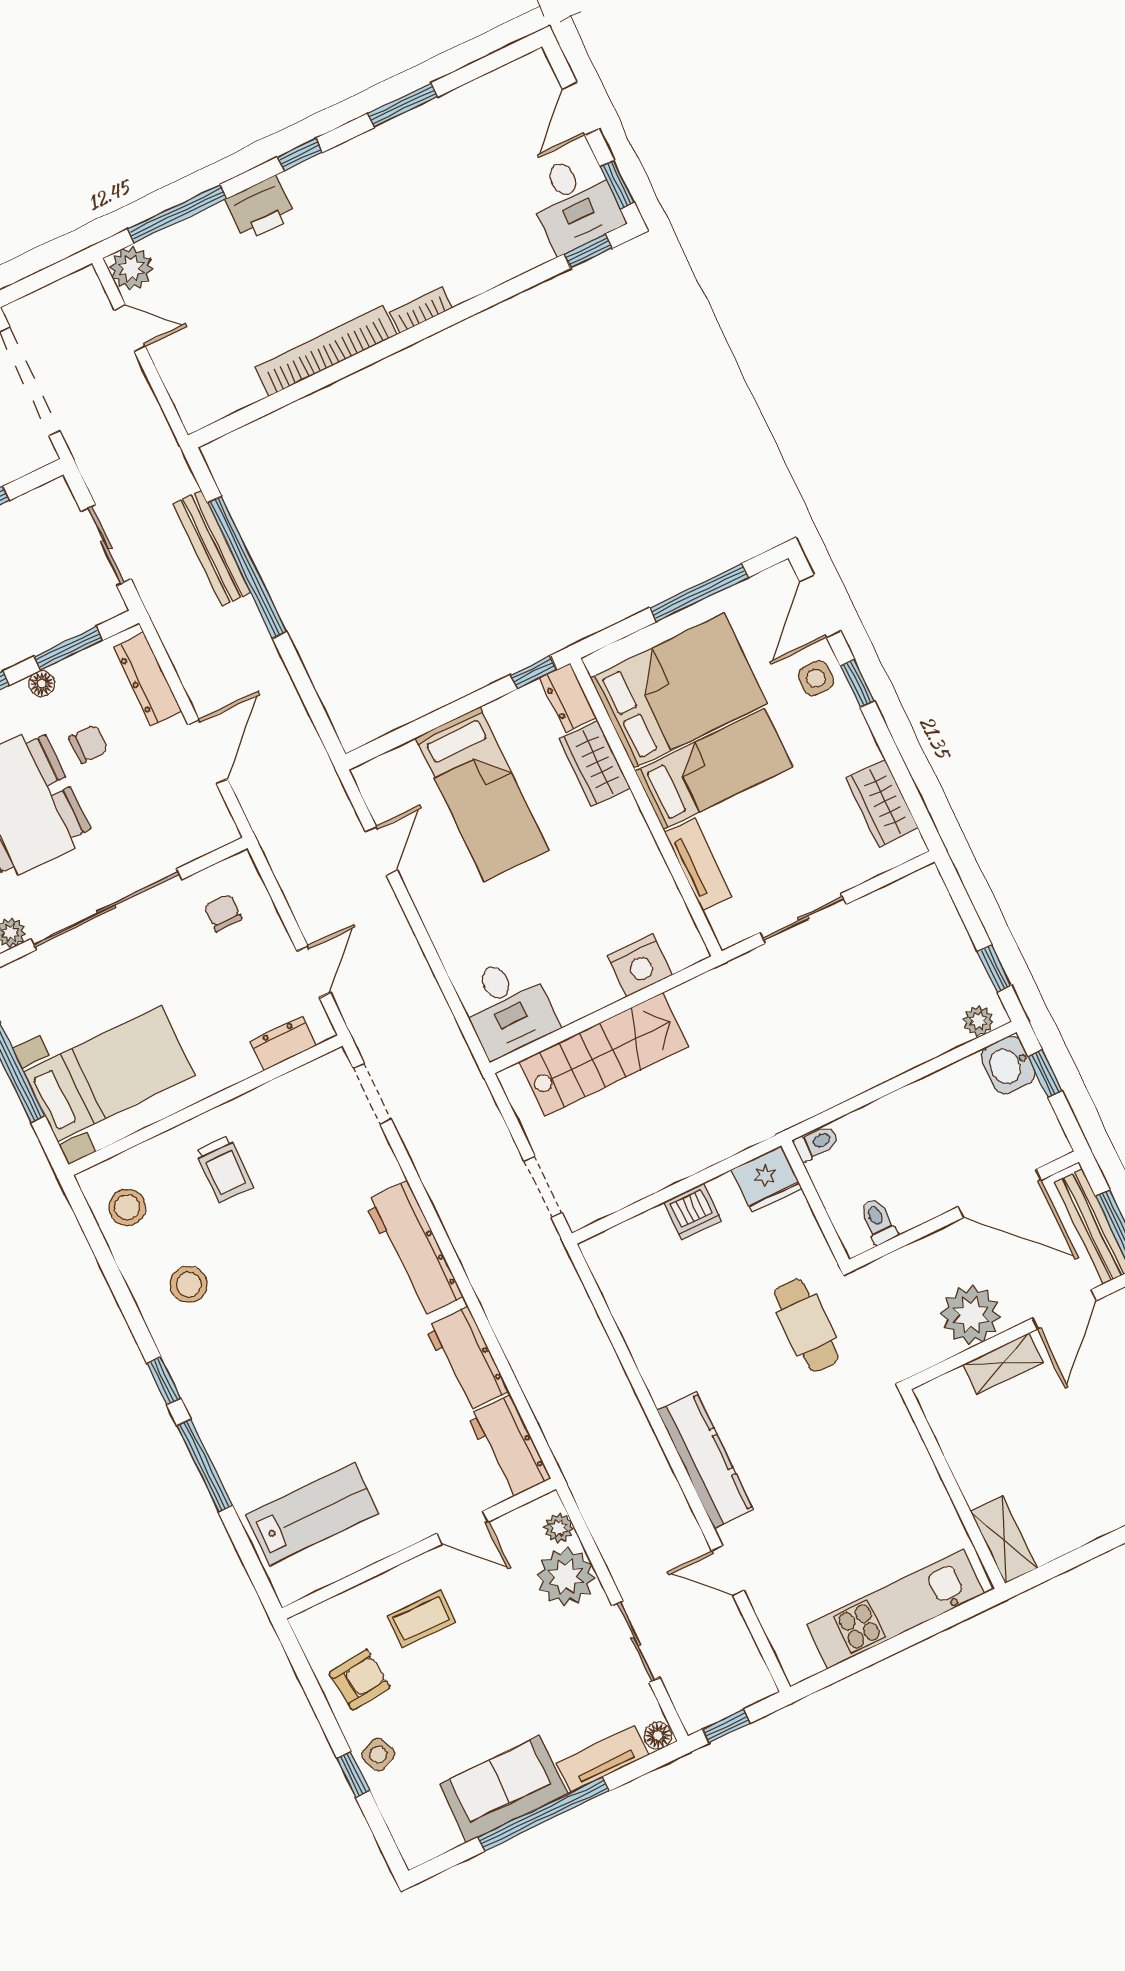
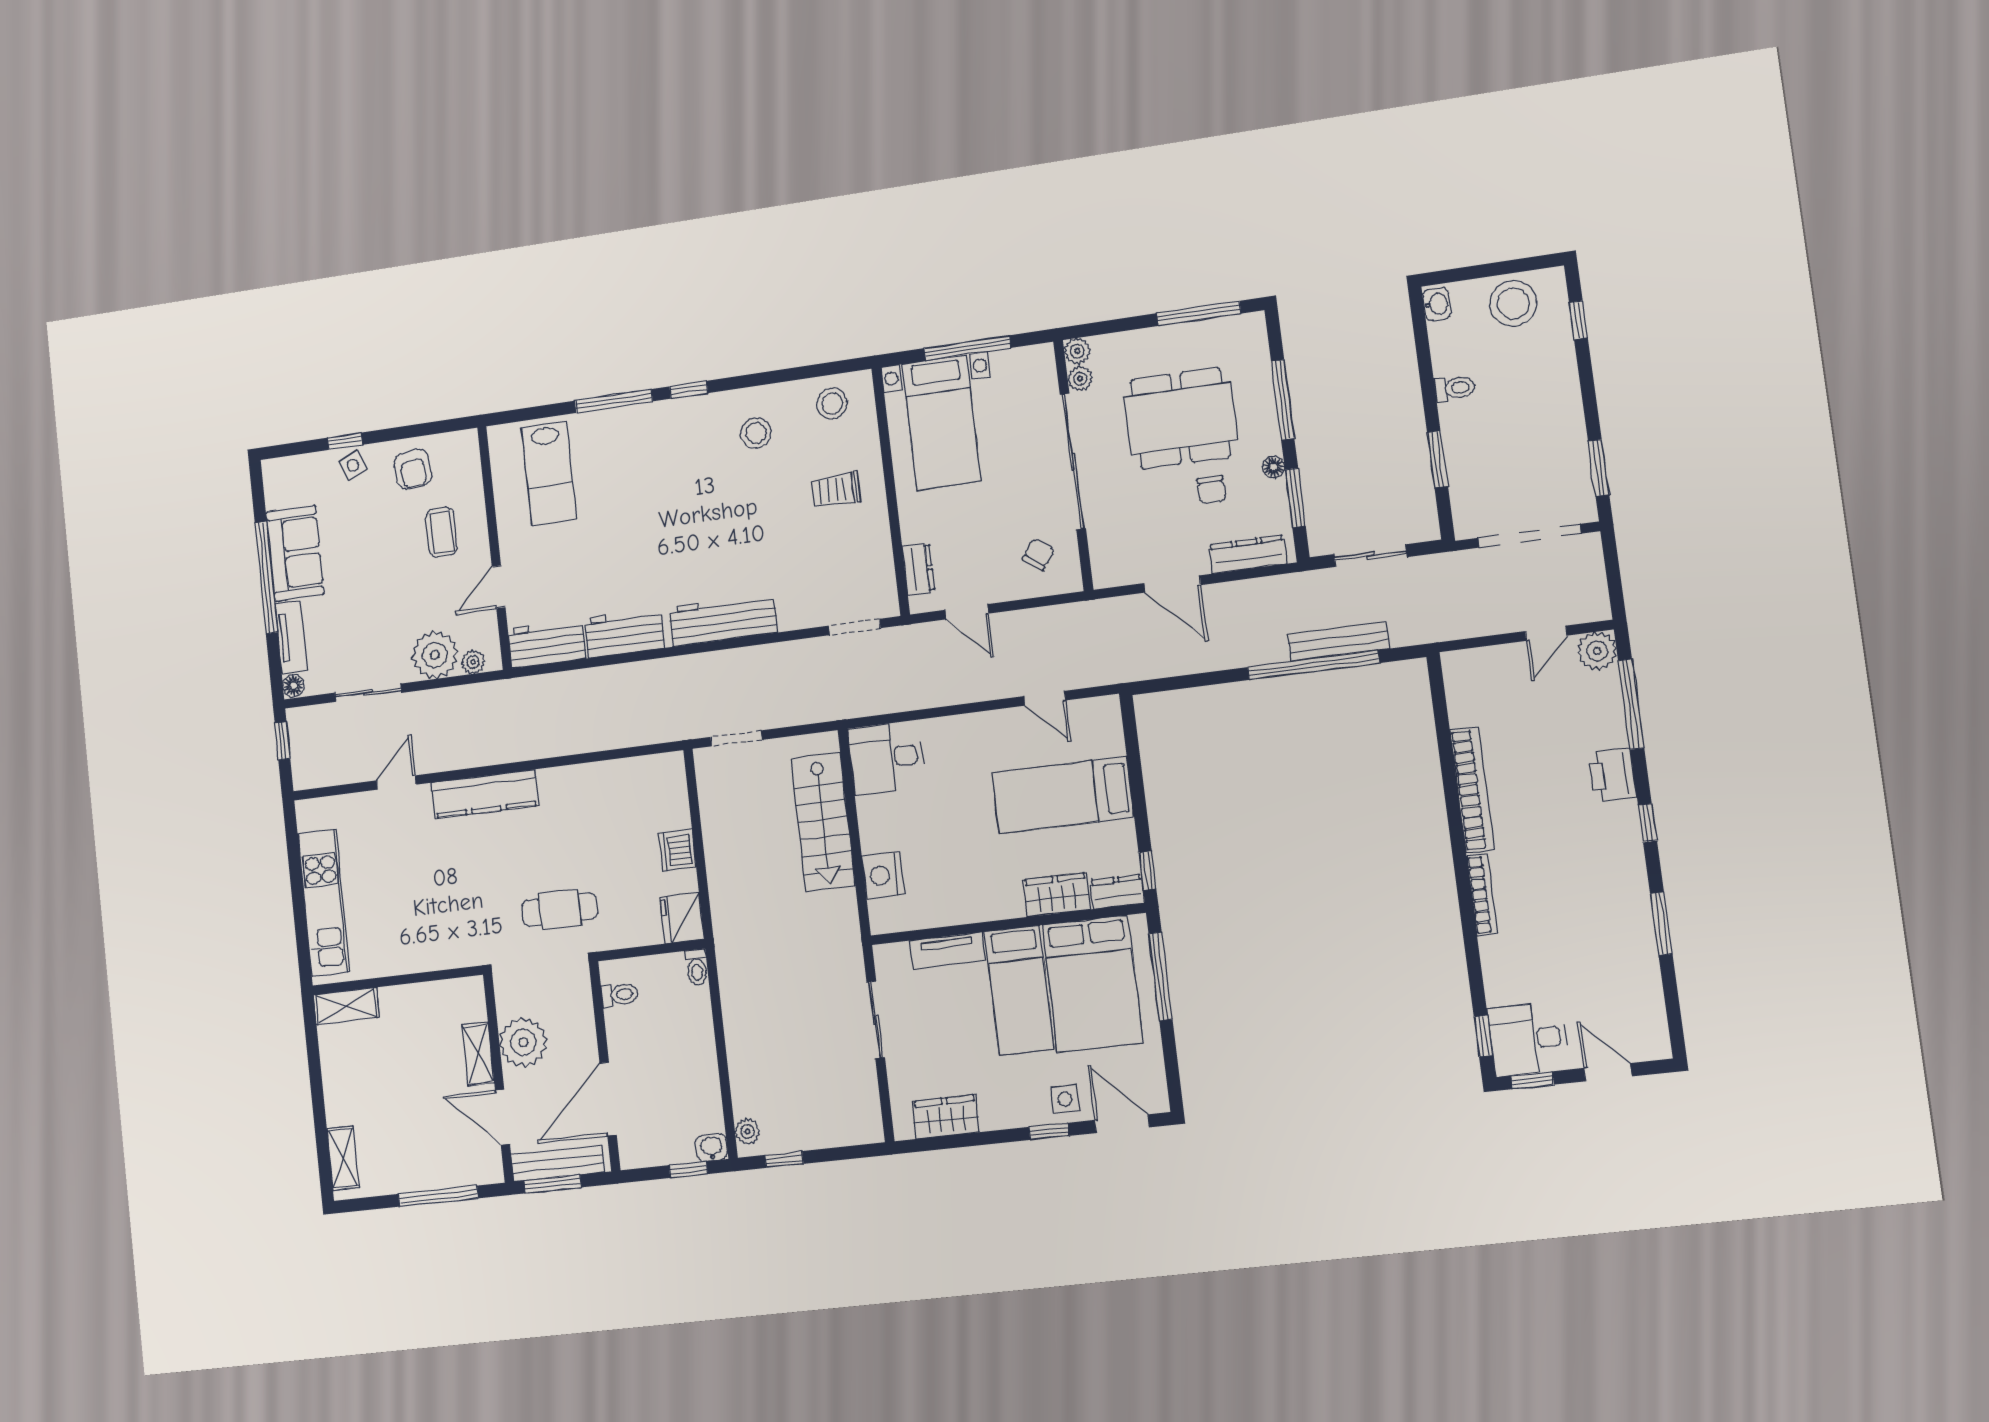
bookcase: (421, 310) -> (1482, 895), width x1.56
window: (699, 593) -> (1160, 976), moved
chair: (223, 913) -> (1038, 554), turned -53
washbasin: (1008, 1065) -> (712, 1148), width x0.72, depth x0.69

